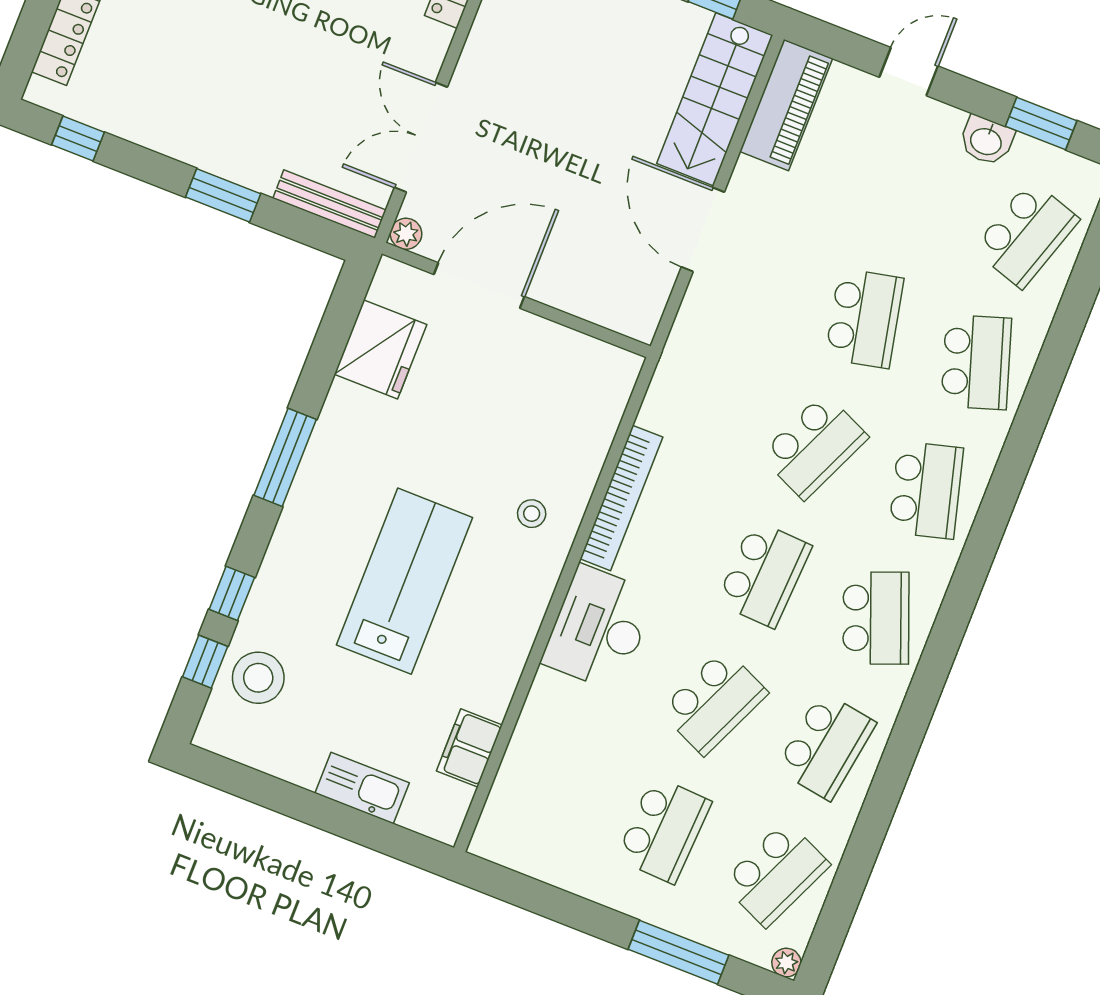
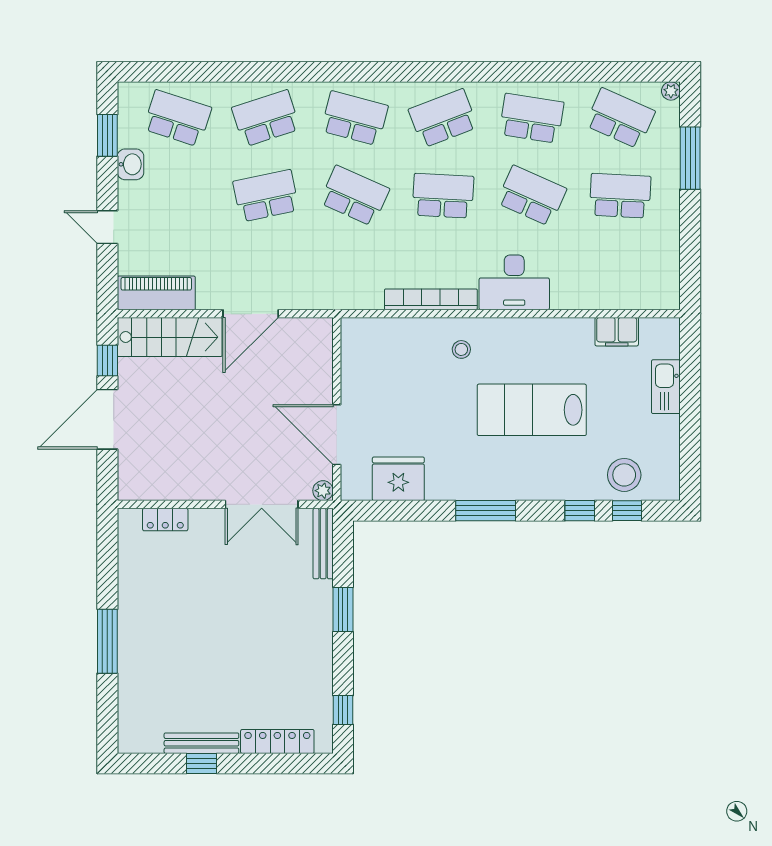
school desk: (926, 490) -> (354, 118), turned 30

